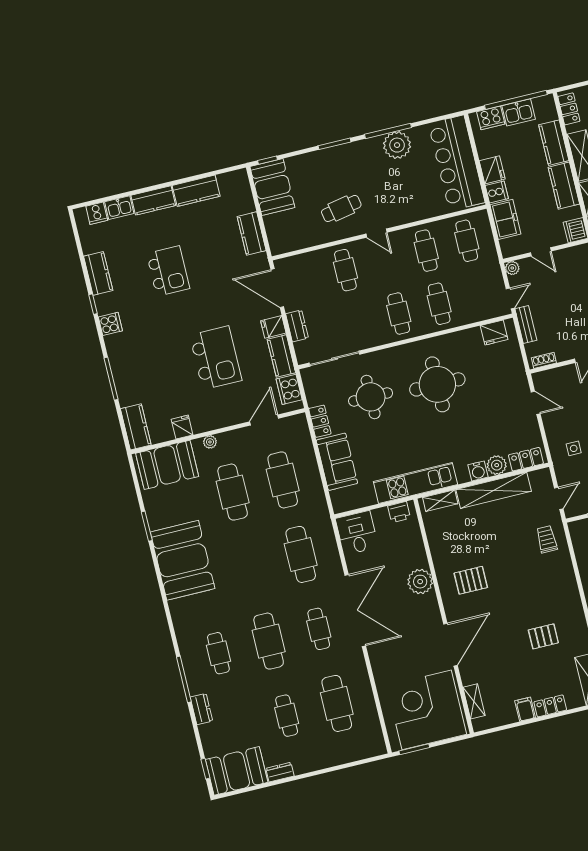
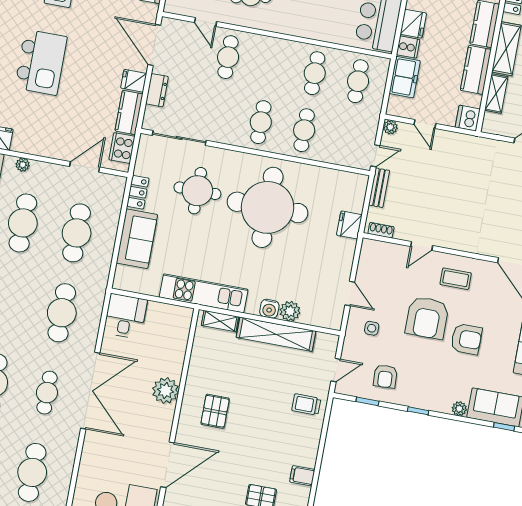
door: (376, 233) -> (206, 22), moved
fridge: (494, 333) -> (349, 225), moved, turned 90
kitchen island: (216, 358) -> (41, 62), moved
round table: (437, 384) -> (268, 207), width x1.36, depth x1.36
door: (536, 403) -> (350, 294), moved
locker: (526, 459) -> (321, 318), removed
printer: (399, 512) -> (175, 314), removed
trolley: (547, 539) -> (306, 404), turned -90
pallet: (471, 580) -> (215, 411), turned 90
filing cabinet: (571, 602) -> (302, 476), added

